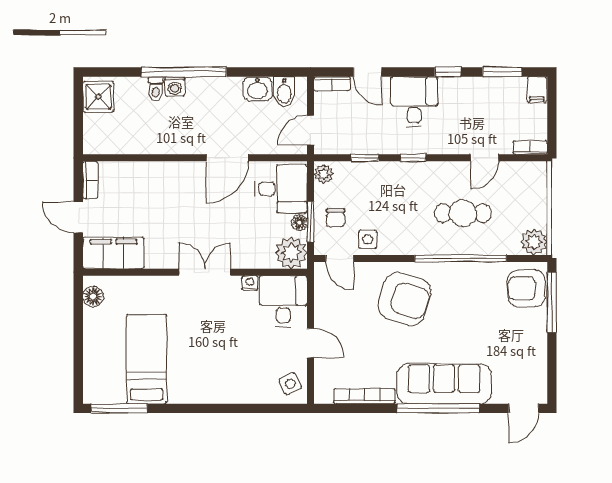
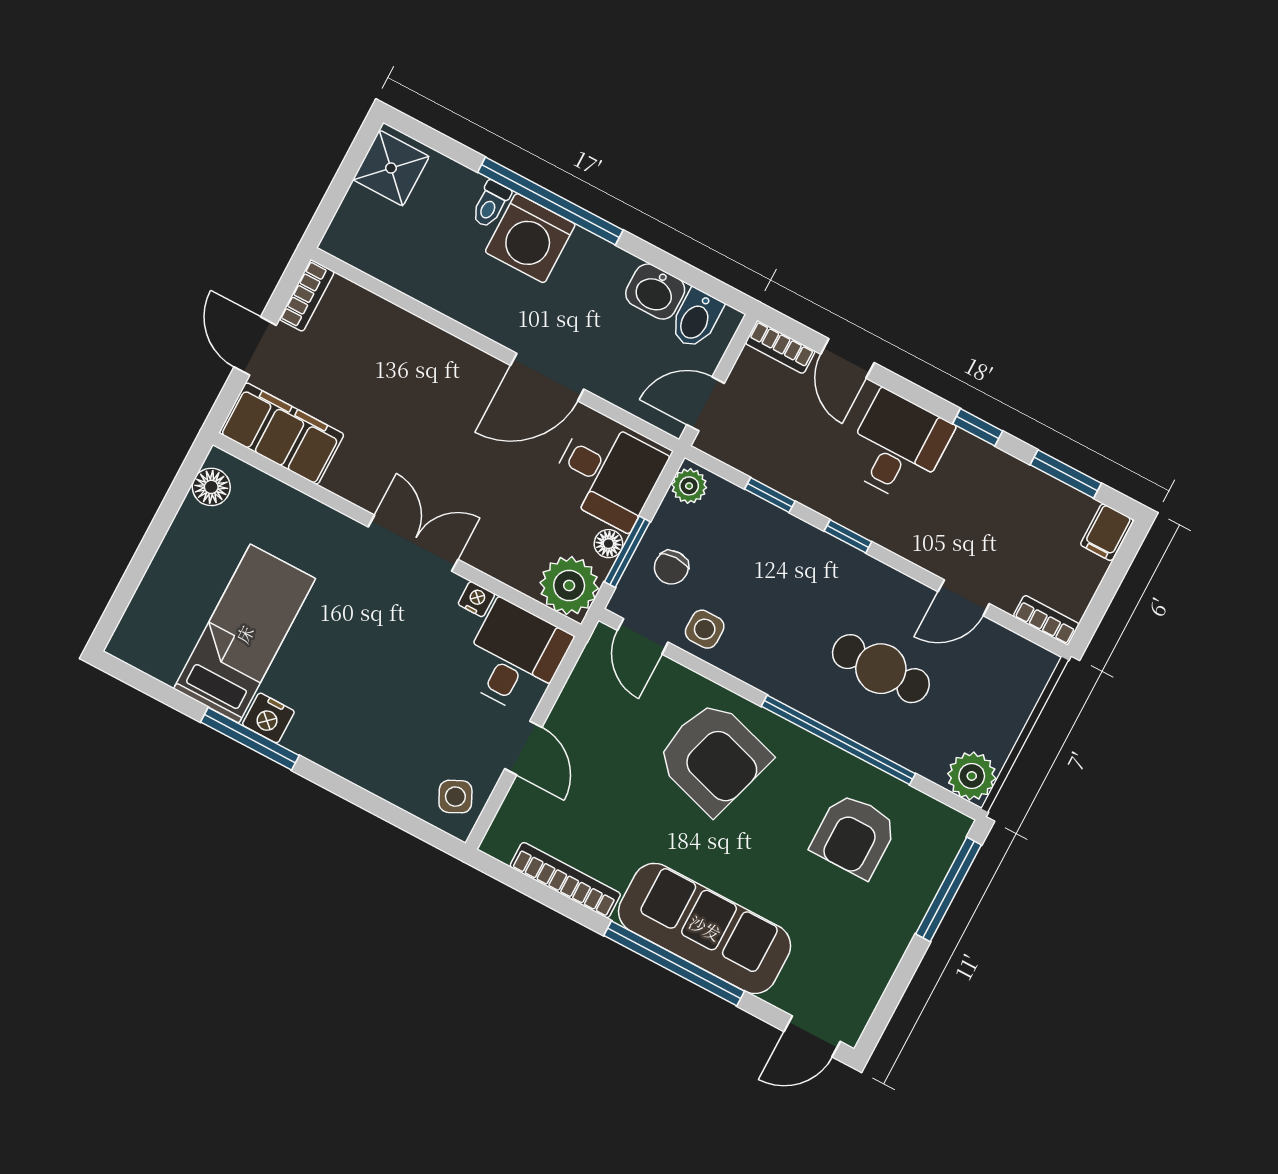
washing machine: (175, 86) -> (530, 238), width x1.89, depth x1.89
armchair: (526, 288) -> (854, 836), moved, turned -90
nightstand: (180, 394) -> (268, 718), added
window: (119, 408) -> (250, 739), moved

